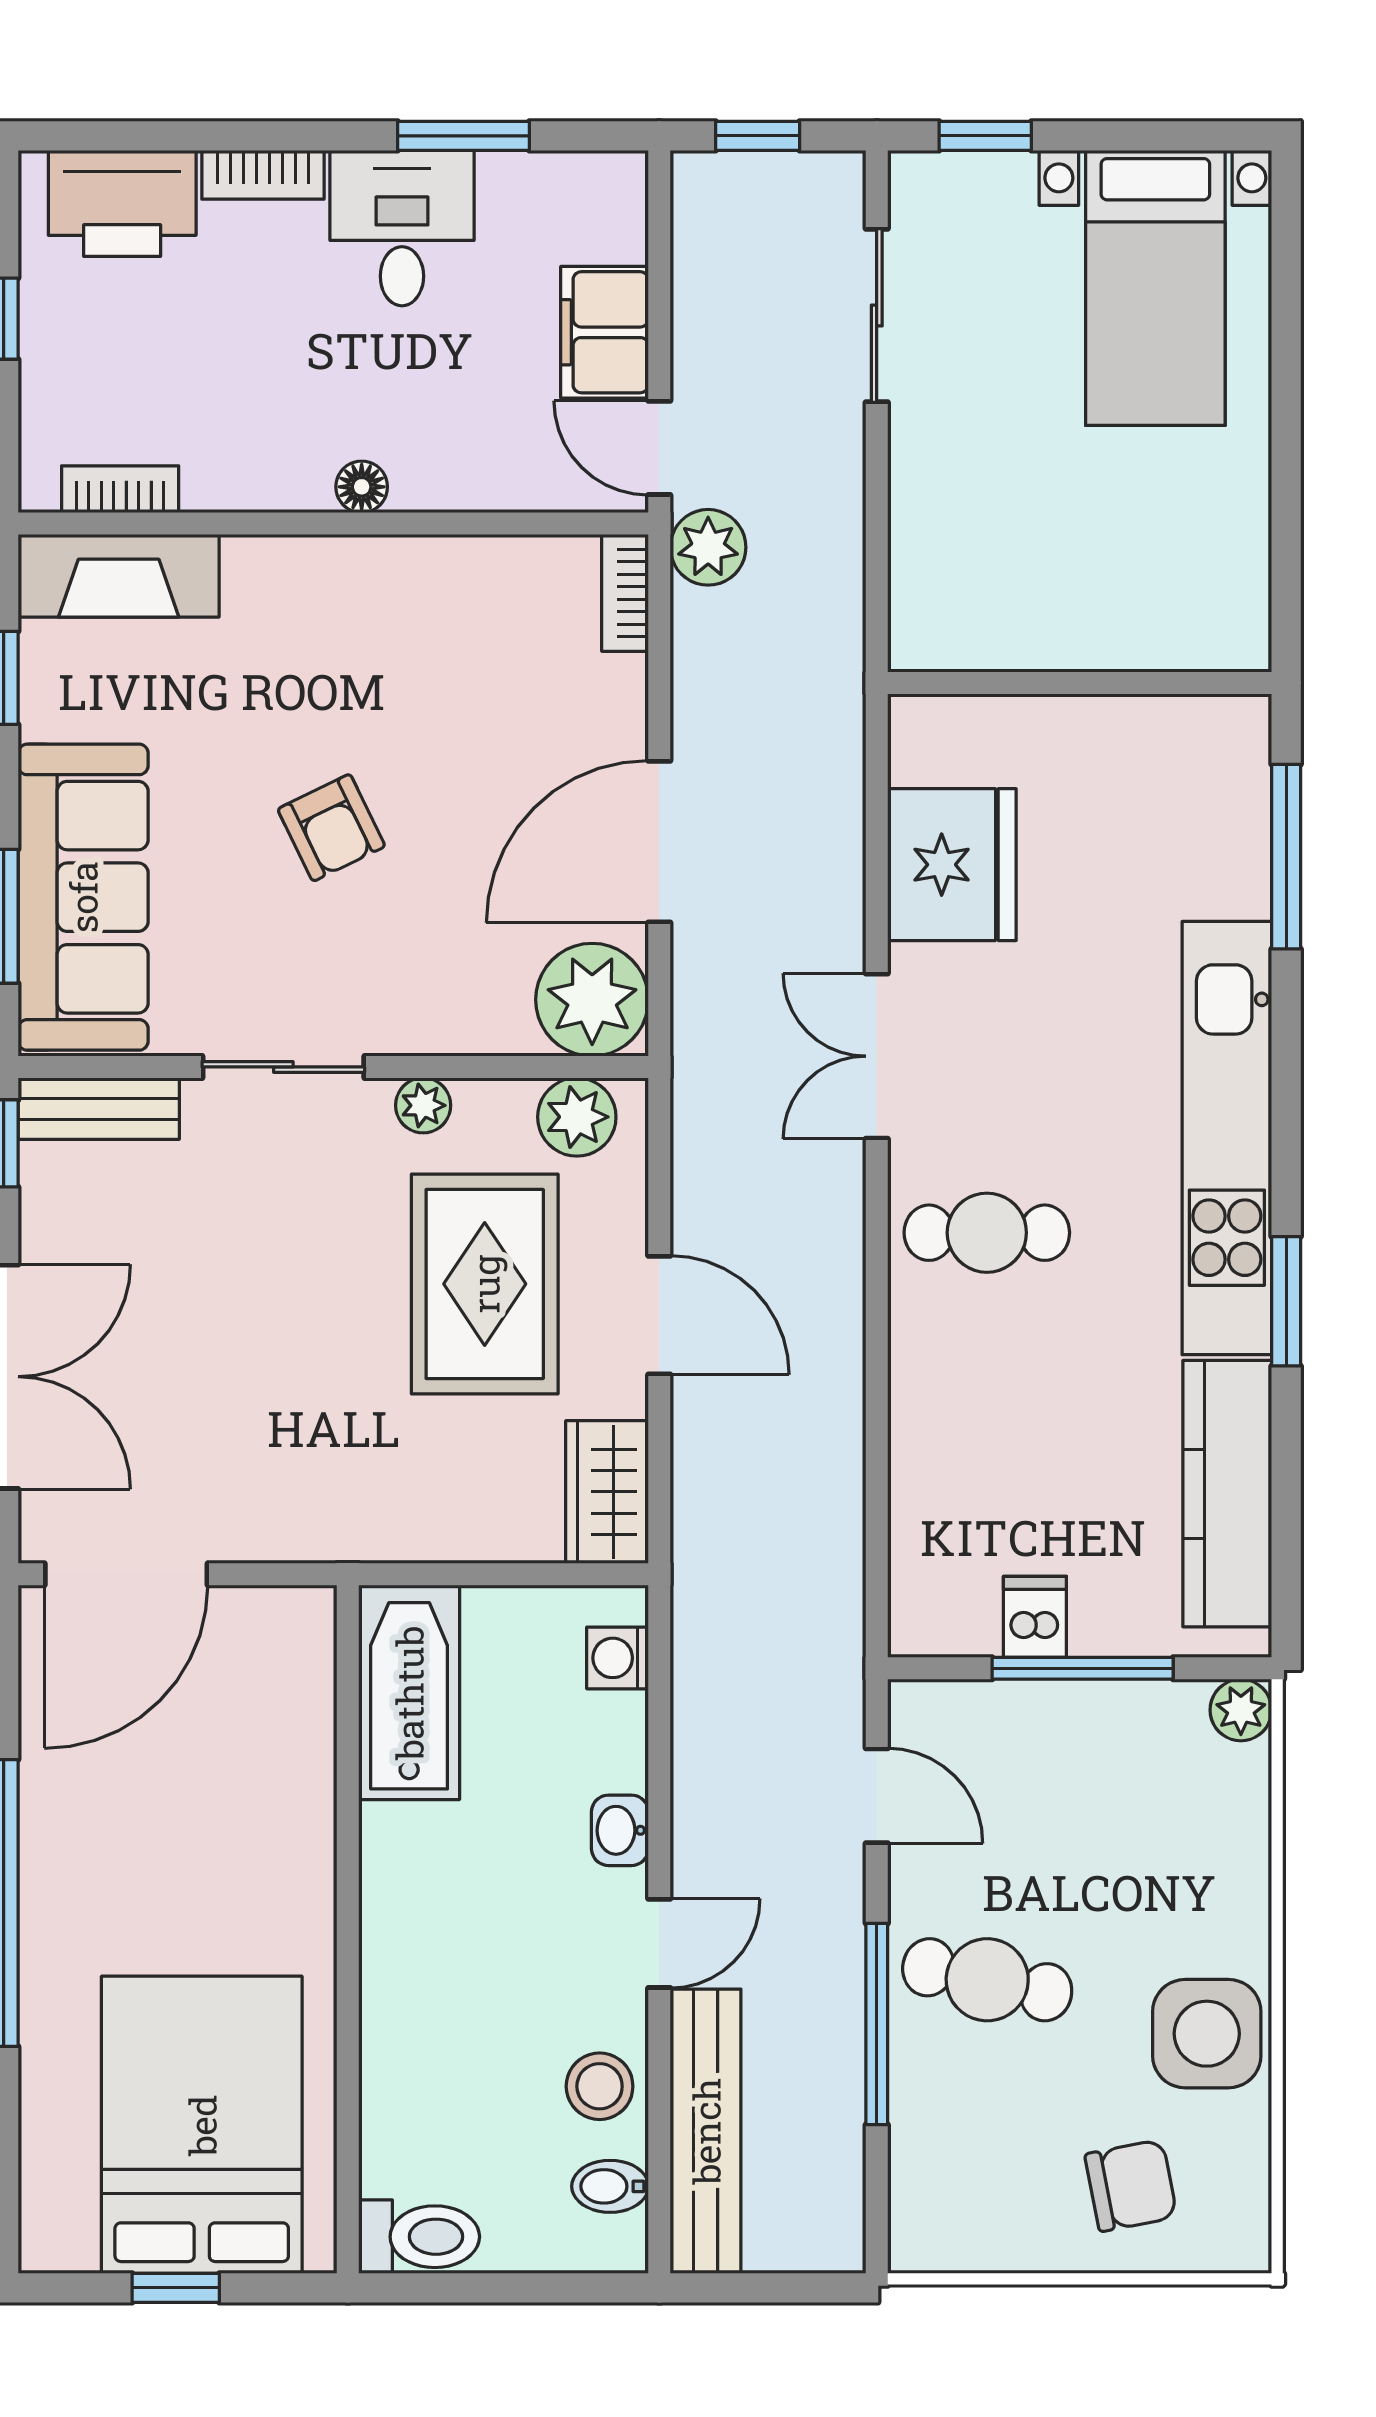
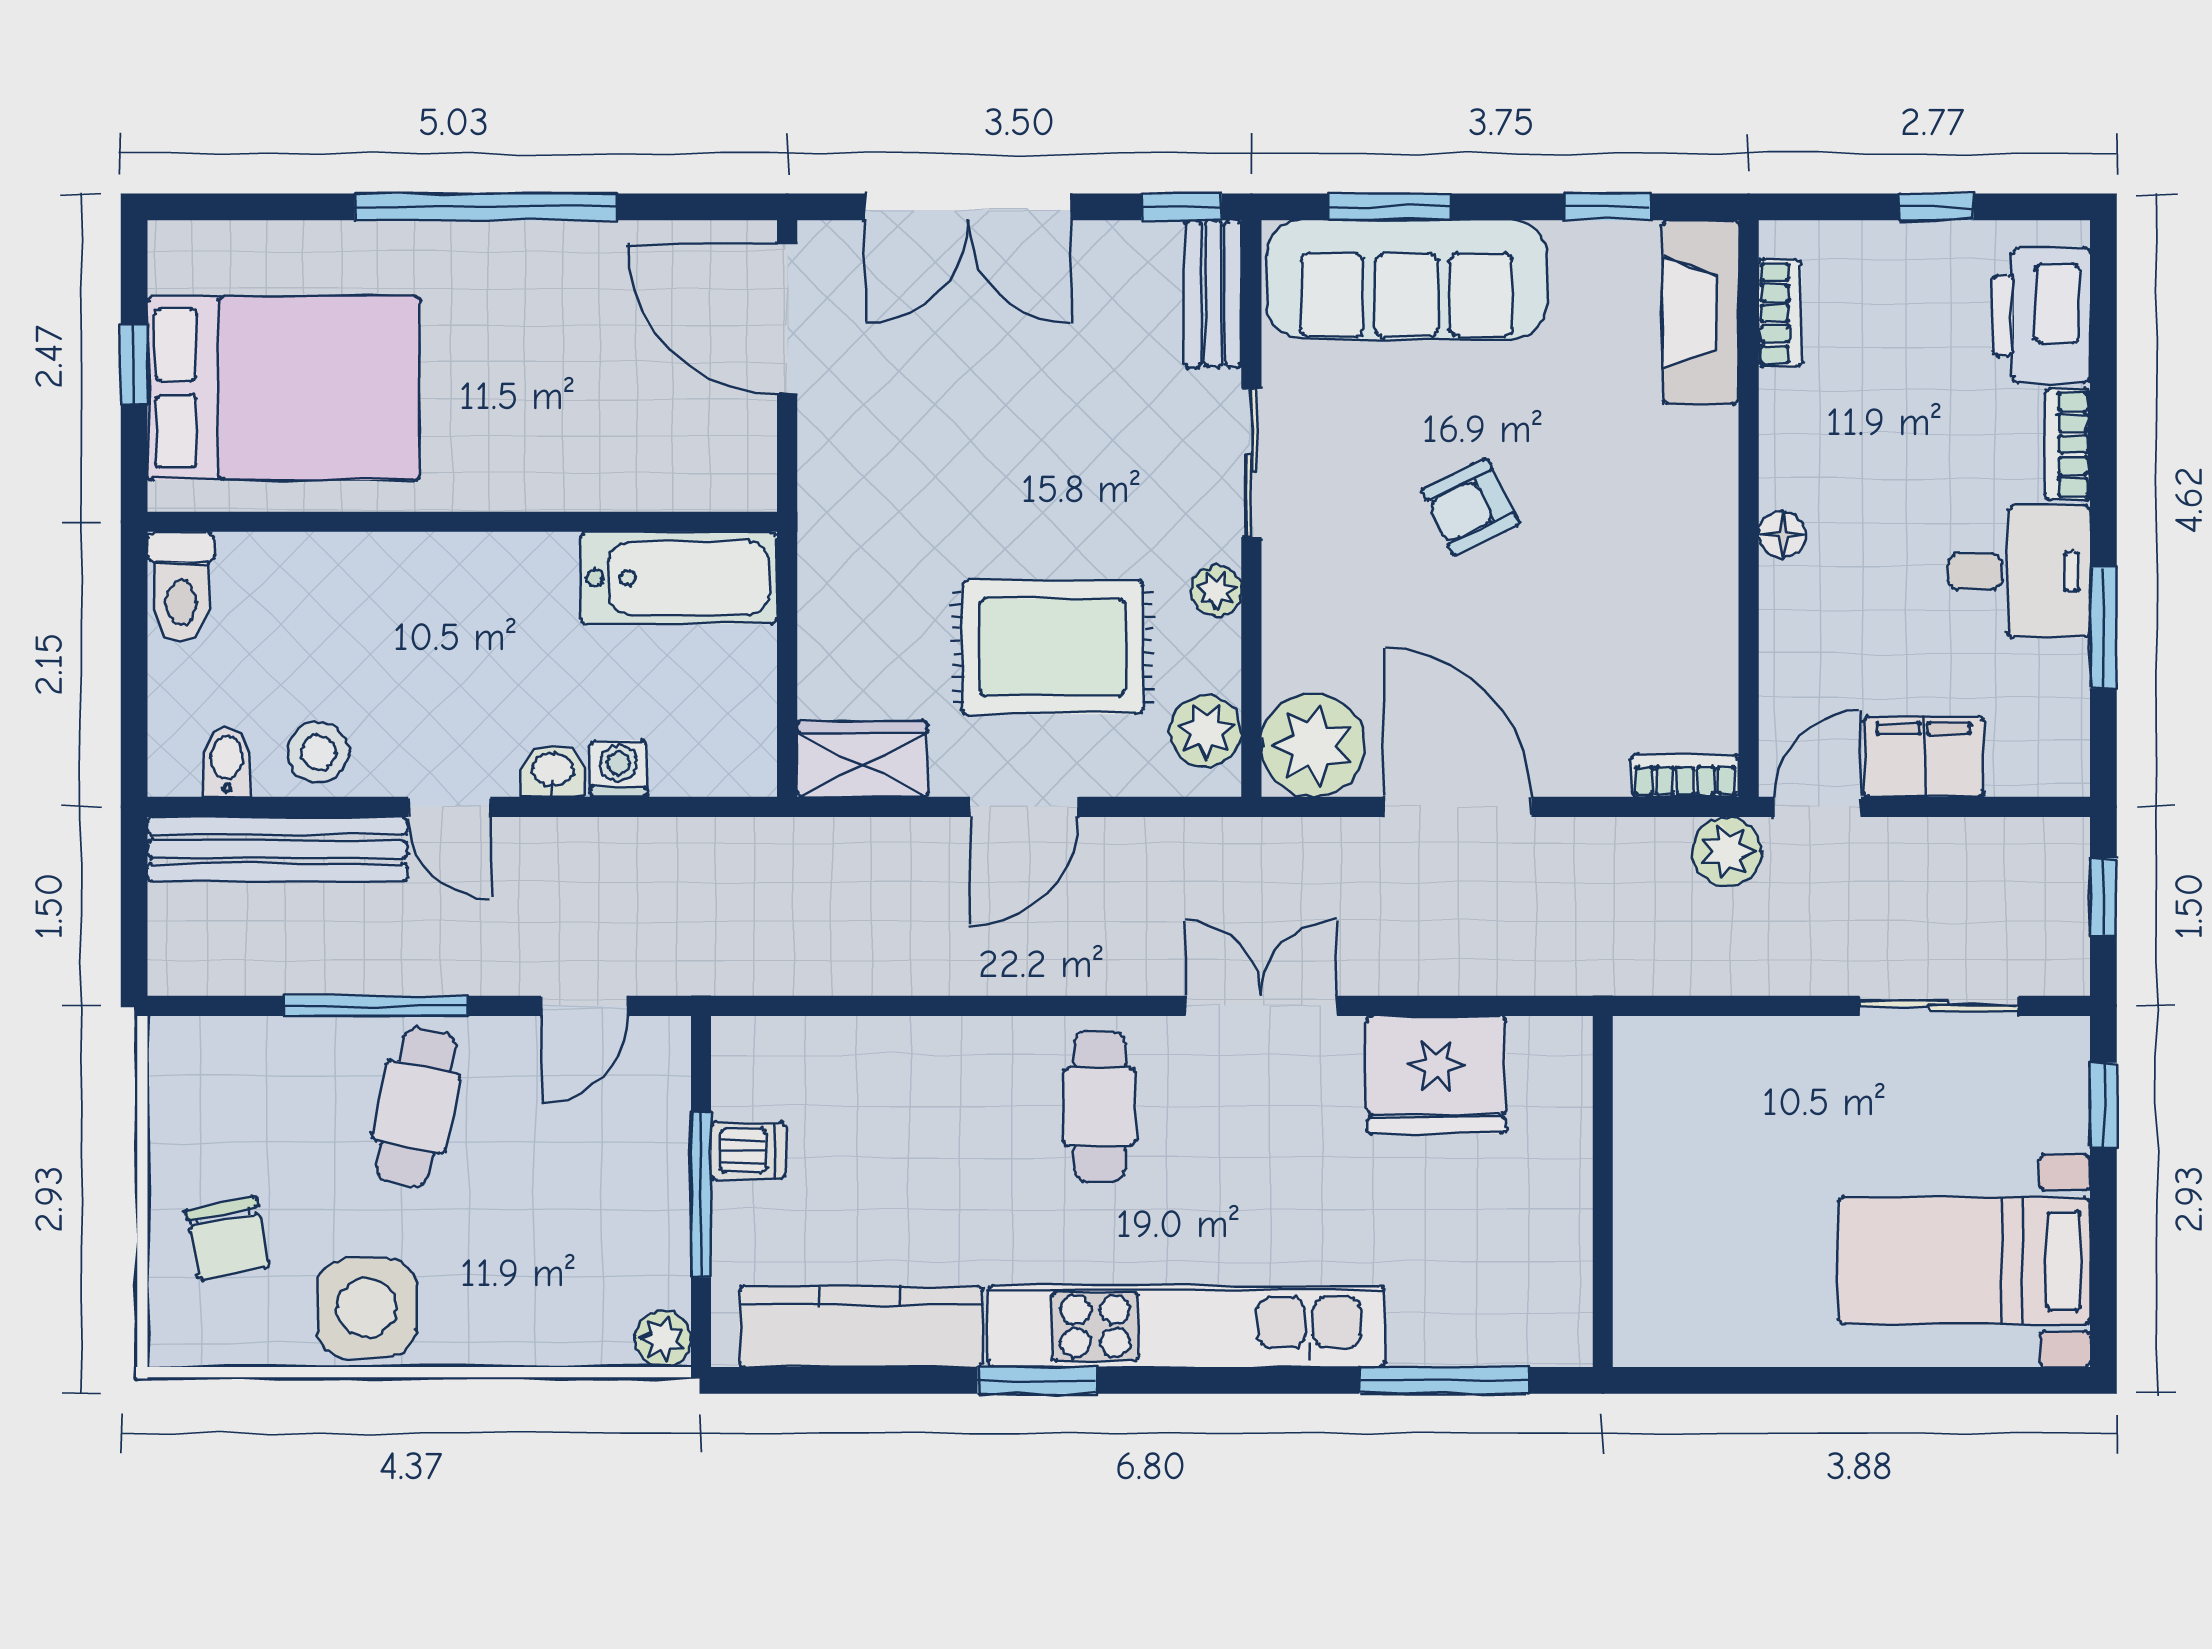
washing machine: (618, 1658) -> (619, 769), moved

